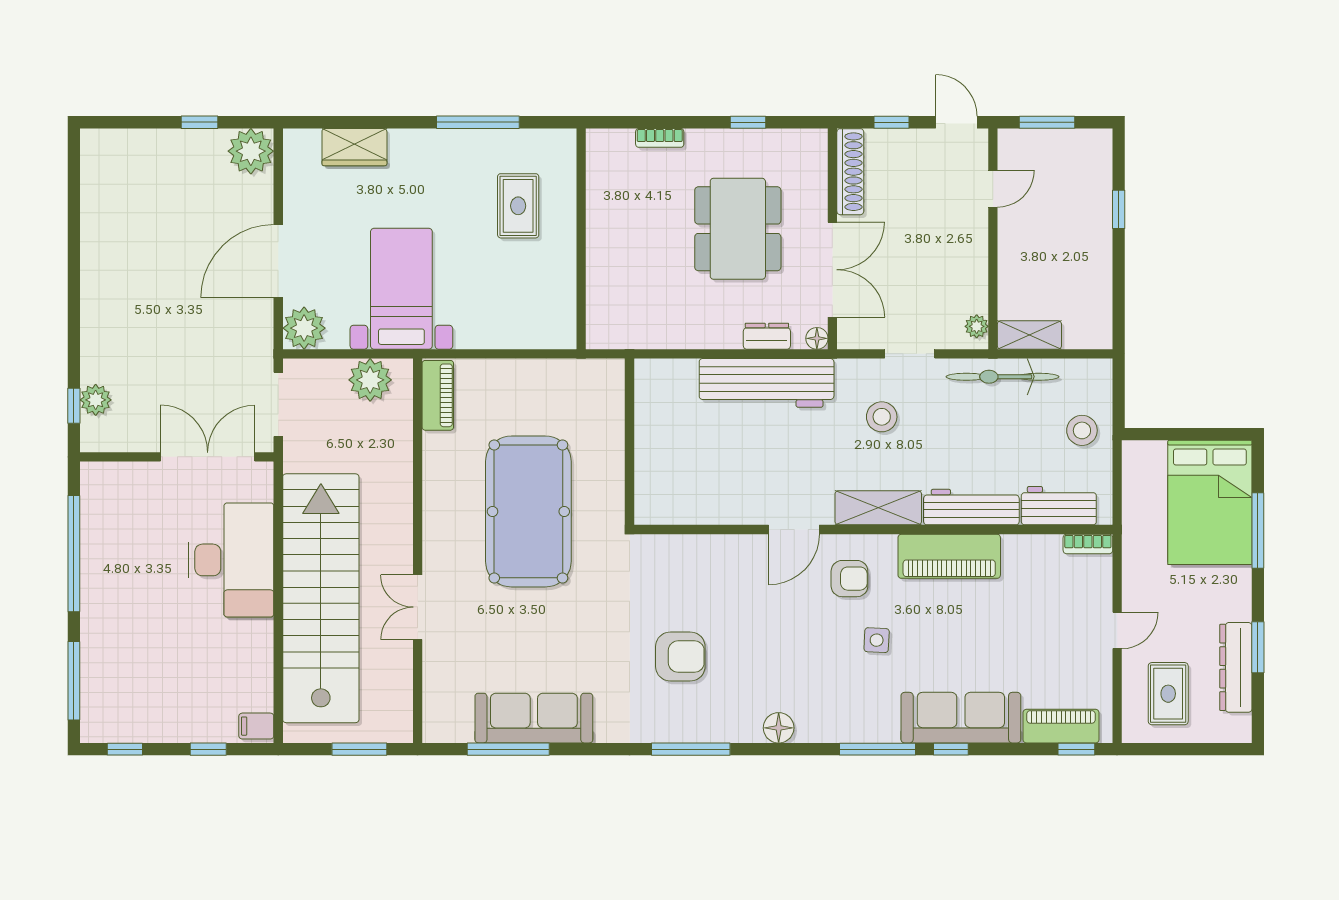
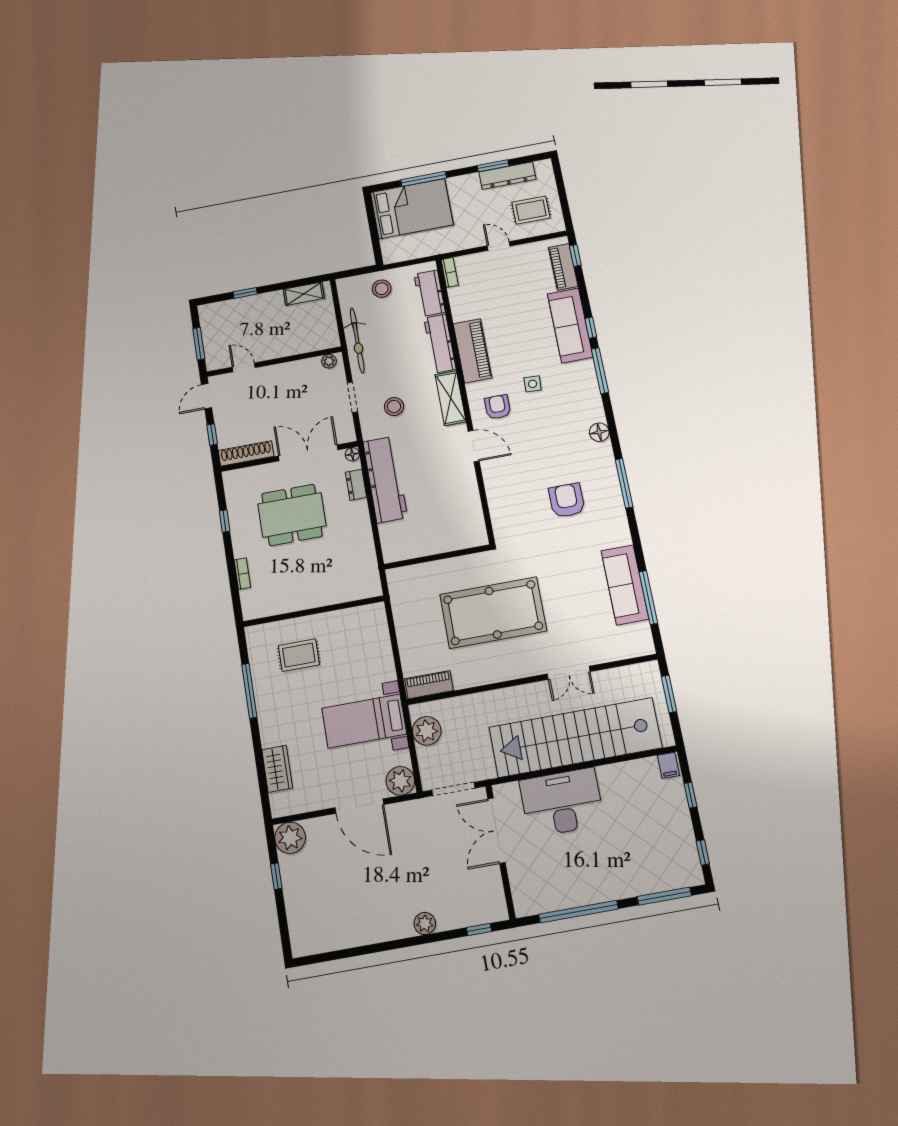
shelving: (1029, 335) -> (304, 294), moved, turned 90
plant: (96, 400) -> (425, 923), moved

